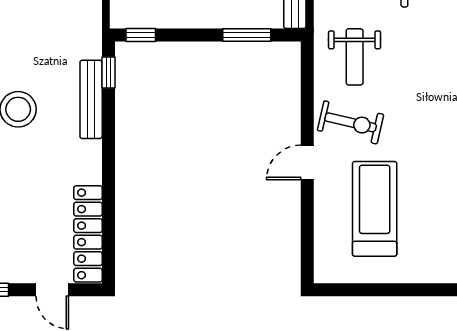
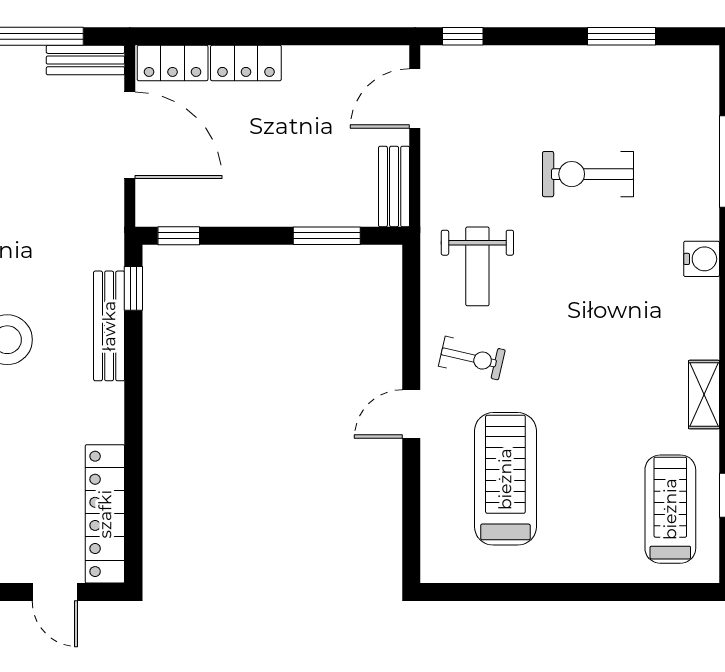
exercise bike: (351, 122) -> (472, 358), width x0.73, depth x0.72

